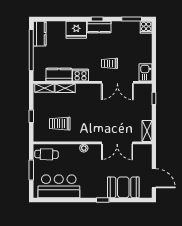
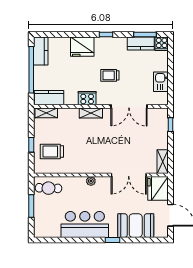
kitchen counter: (99, 27) -> (141, 43), moved
trolley: (109, 63) -> (110, 75), moved
kitchen sink: (145, 72) -> (161, 82), moved
kitchen counter: (59, 75) -> (49, 98), moved
shelving: (65, 88) -> (91, 113), moved
trolley: (60, 124) -> (52, 152), moved
fridge: (143, 155) -> (158, 188), added
bar counter: (59, 186) -> (85, 224), moved

